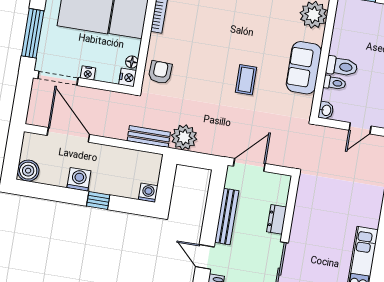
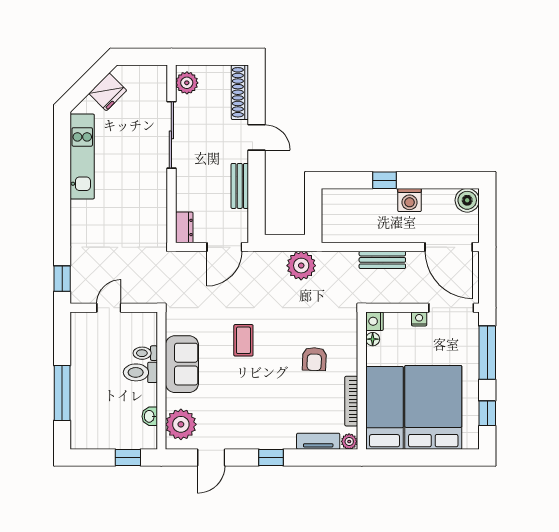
armchair: (160, 72) -> (314, 359), moved
washbasin: (326, 110) -> (150, 416), moved
door: (68, 135) -> (449, 247), moved
bench: (149, 137) -> (382, 260), moved
washing machine: (148, 193) -> (331, 198), removed
bench: (227, 217) -> (240, 186), width x0.73
dresser: (277, 219) -> (184, 227), moved

